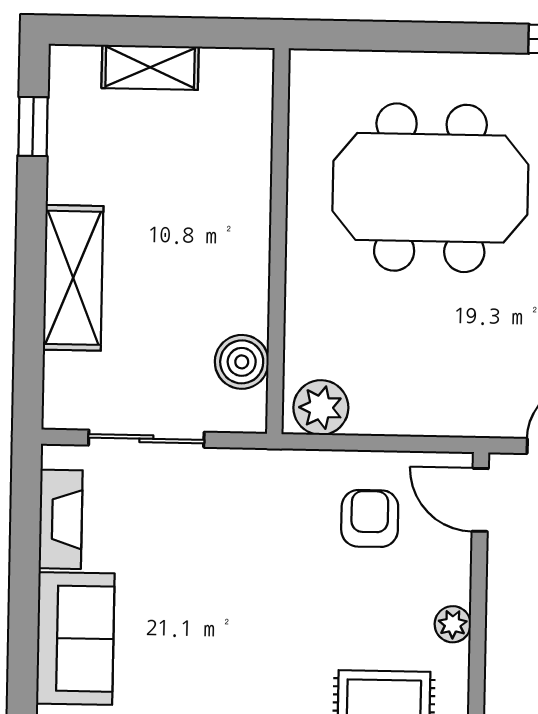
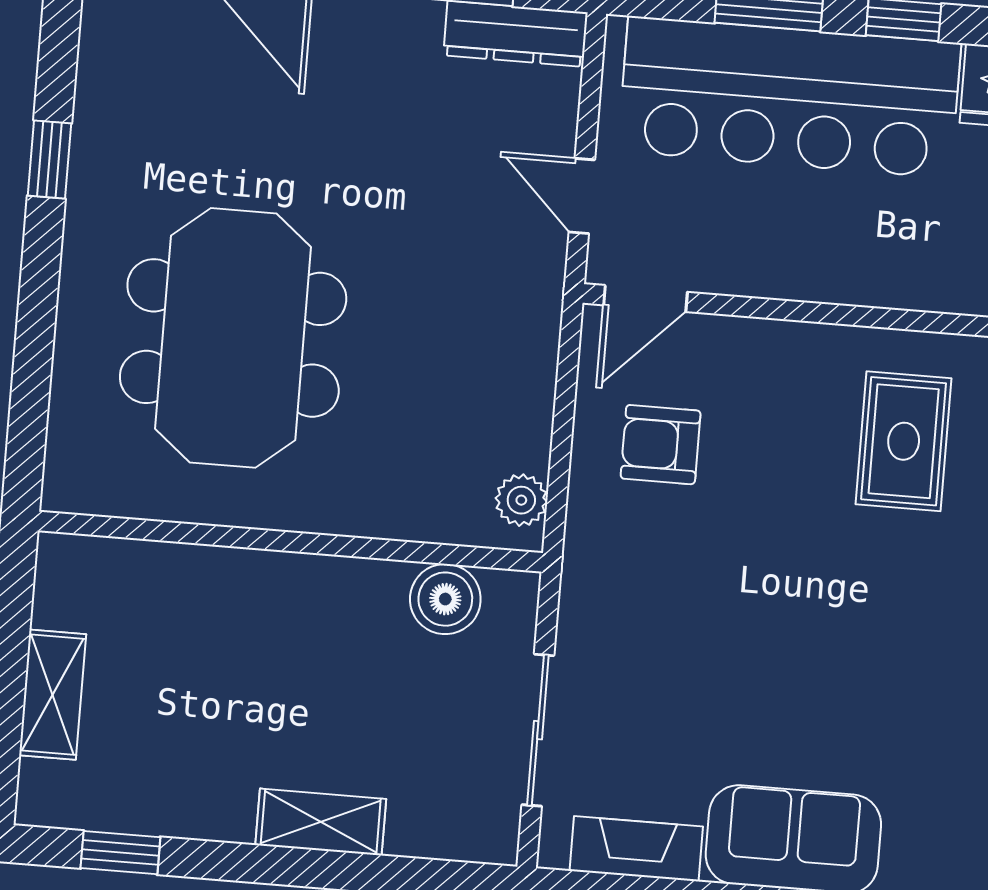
shelving: (73, 278) -> (321, 822), width x0.67, depth x0.75
plant: (321, 408) -> (521, 500), width x0.73, depth x0.73
plant: (453, 624) -> (806, 345), removed

